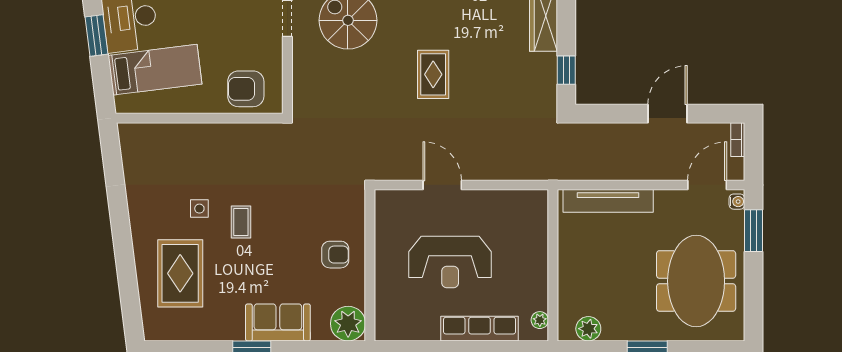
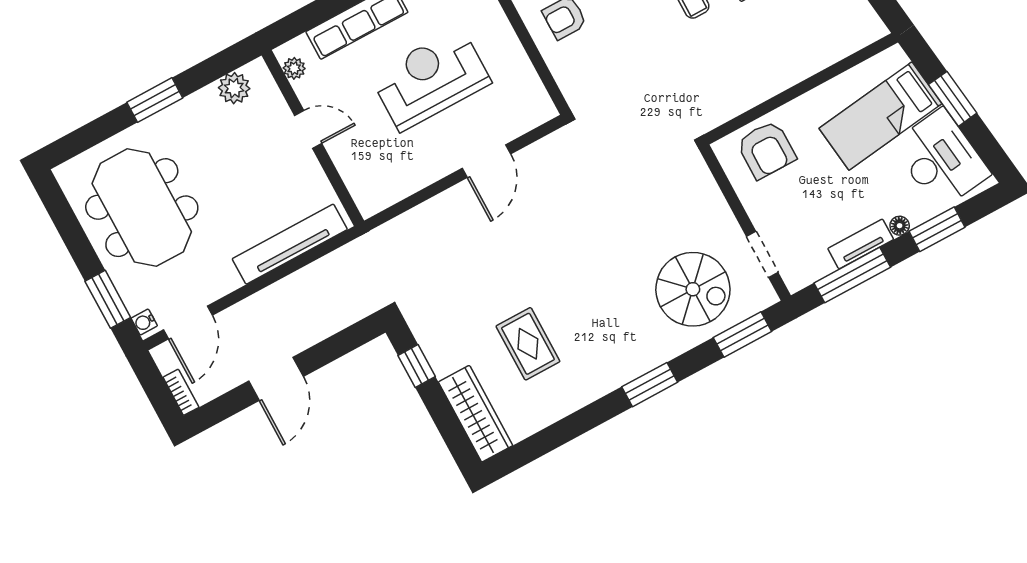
window: (97, 35) -> (953, 99), moved
rug: (433, 74) -> (528, 344), moved
armchair: (246, 89) -> (766, 150), turned 90
door: (442, 185) -> (486, 161), hinge flipped
door: (553, 273) -> (308, 129), added

